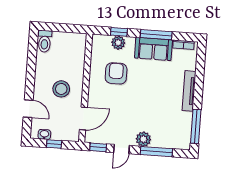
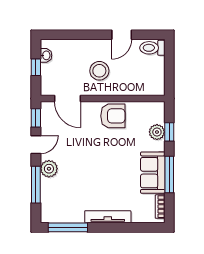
armchair: (116, 73) -> (113, 116), moved
door: (28, 109) -> (122, 35), moved
door: (122, 149) -> (36, 145), swing flipped

